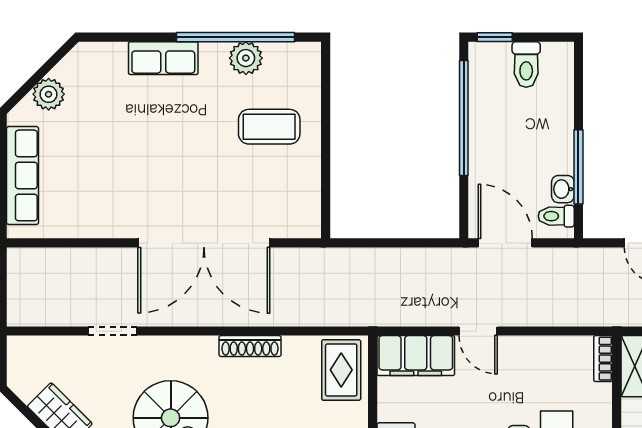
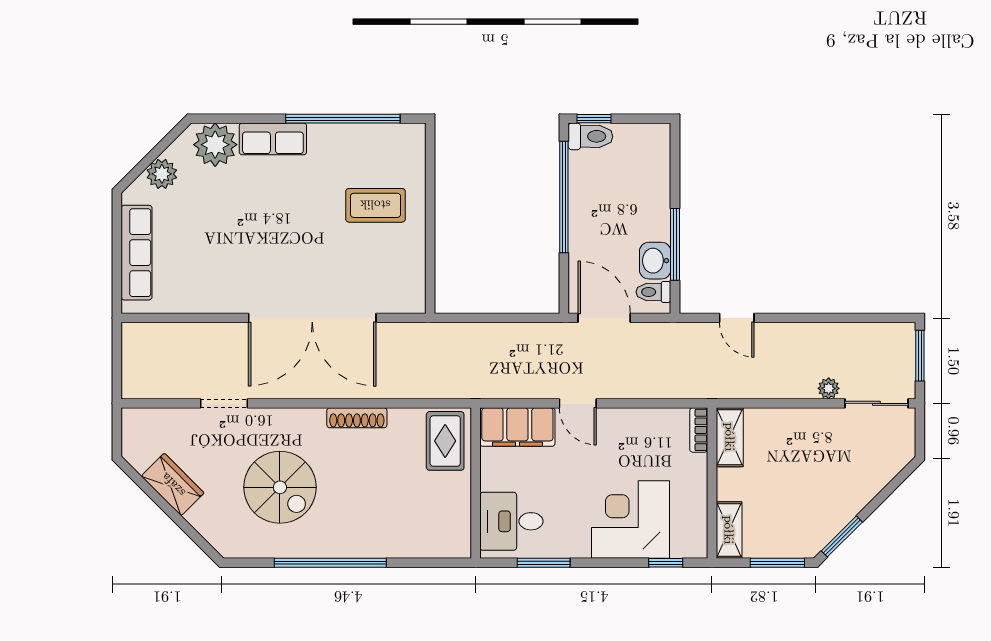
plant: (246, 58) -> (215, 145), moved, width x1.36, depth x1.36
toilet: (526, 64) -> (590, 136), moved, turned -90
washbasin: (563, 189) -> (655, 261), width x1.38, depth x1.45

